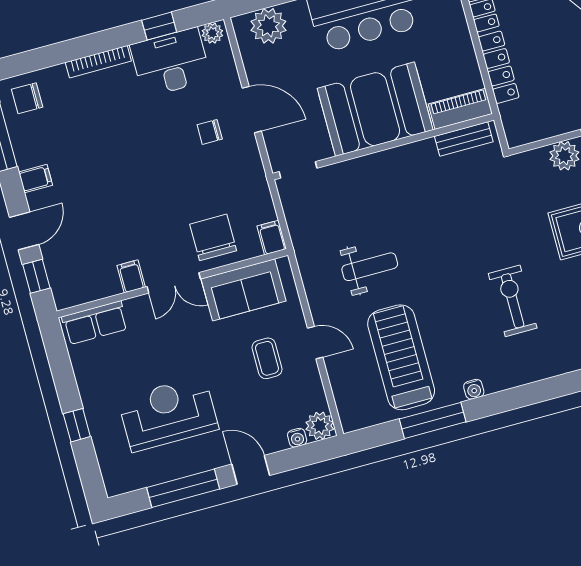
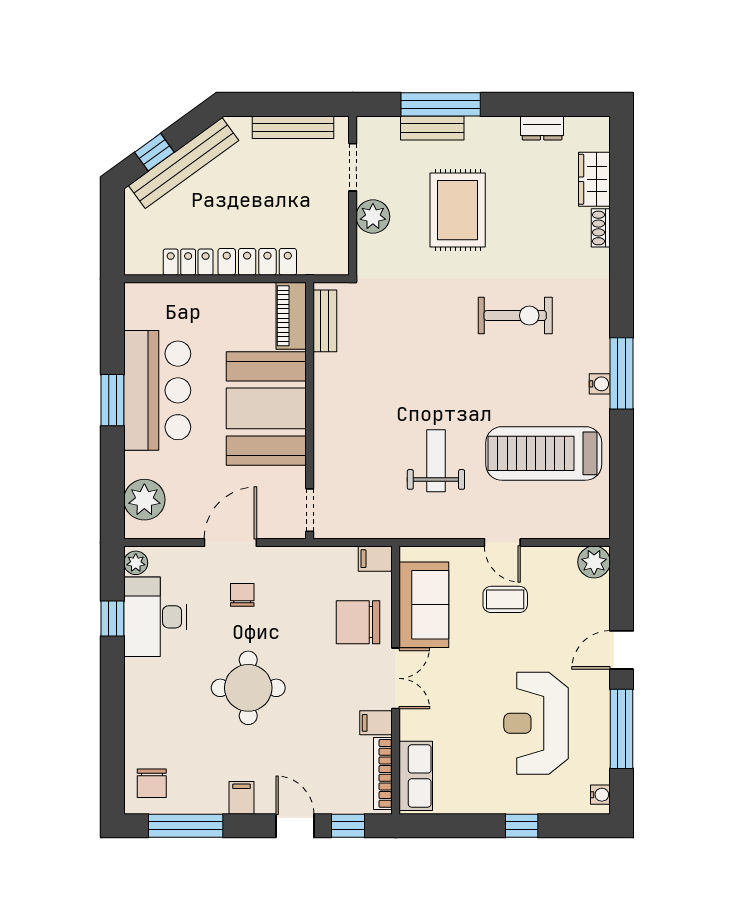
bookcase: (98, 62) -> (383, 773), moved, turned 180
chair: (210, 132) -> (242, 595), turned 180
round table: (131, 159) -> (248, 688), added
exercise bike: (513, 301) -> (515, 316), turned 180
door: (315, 343) -> (502, 543), swing flipped
window: (433, 420) -> (622, 373), moved
water cooler: (297, 438) -> (600, 795), moved

